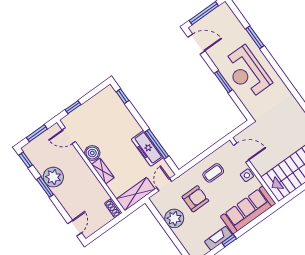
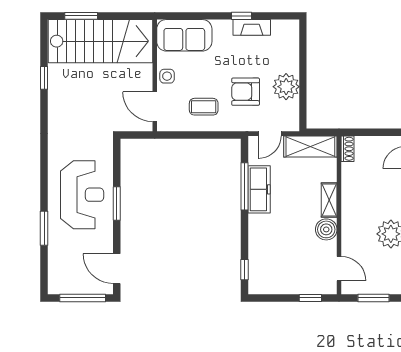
sofa: (248, 210) -> (184, 35), width x0.73

